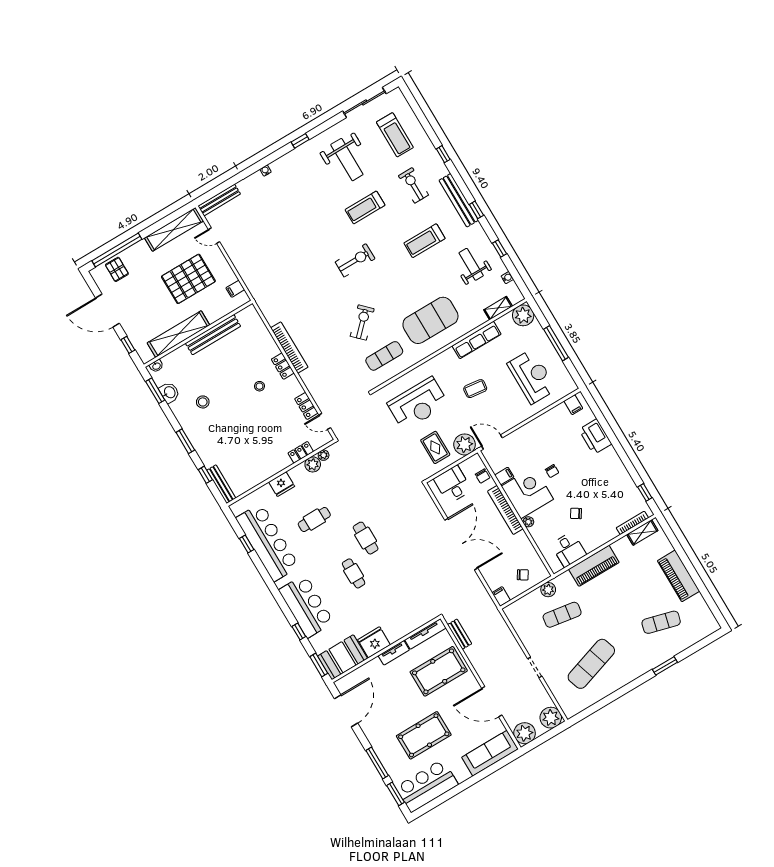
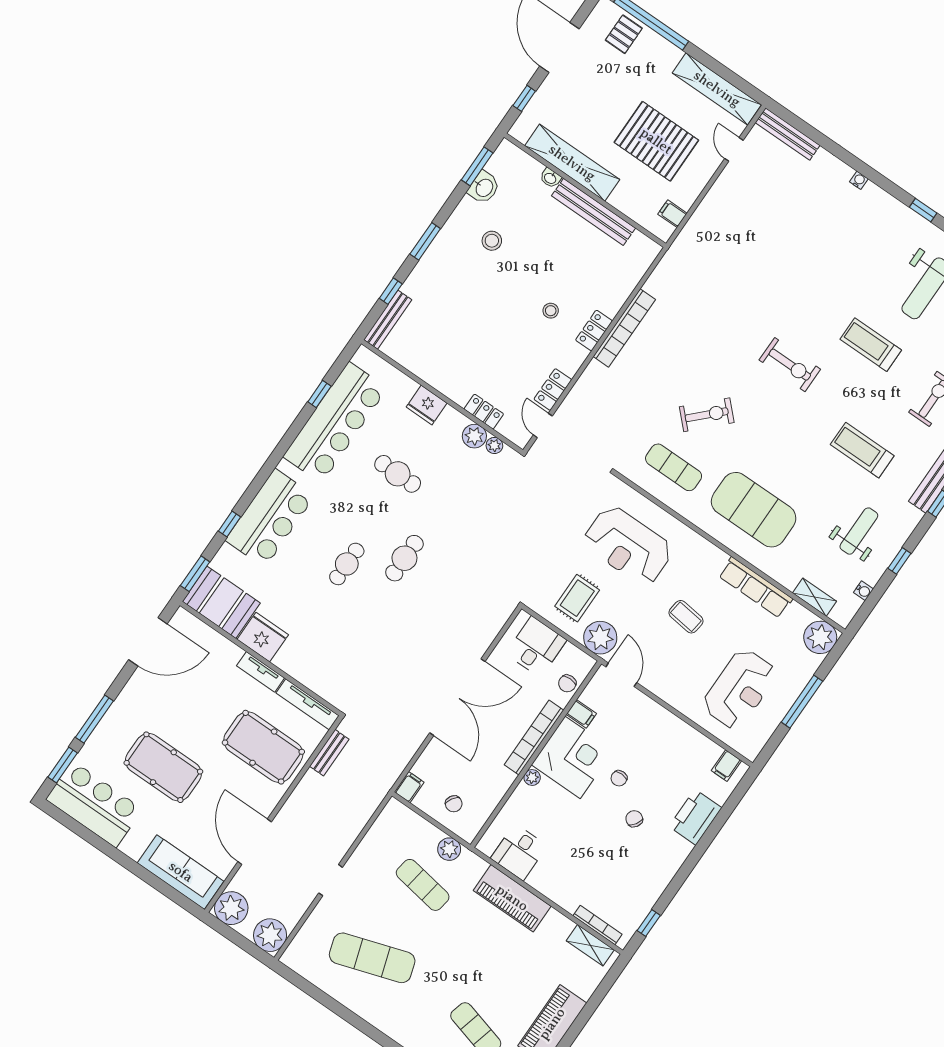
washbasin: (156, 366) -> (550, 178), moved
chair: (576, 513) -> (634, 819), moved

